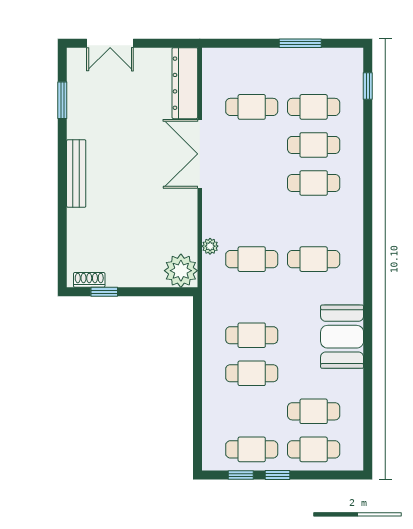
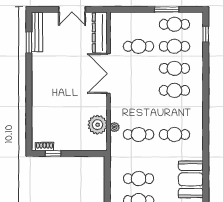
double door: (110, 43) -> (72, 9), moved
cafe table: (314, 69) -> (174, 24), added
bench: (76, 173) -> (37, 32), moved
plant: (181, 271) -> (98, 125), moved

